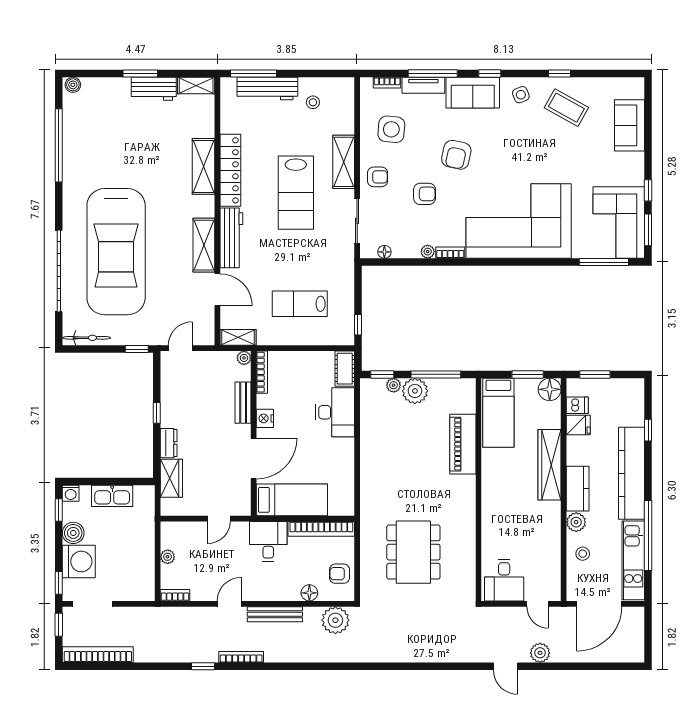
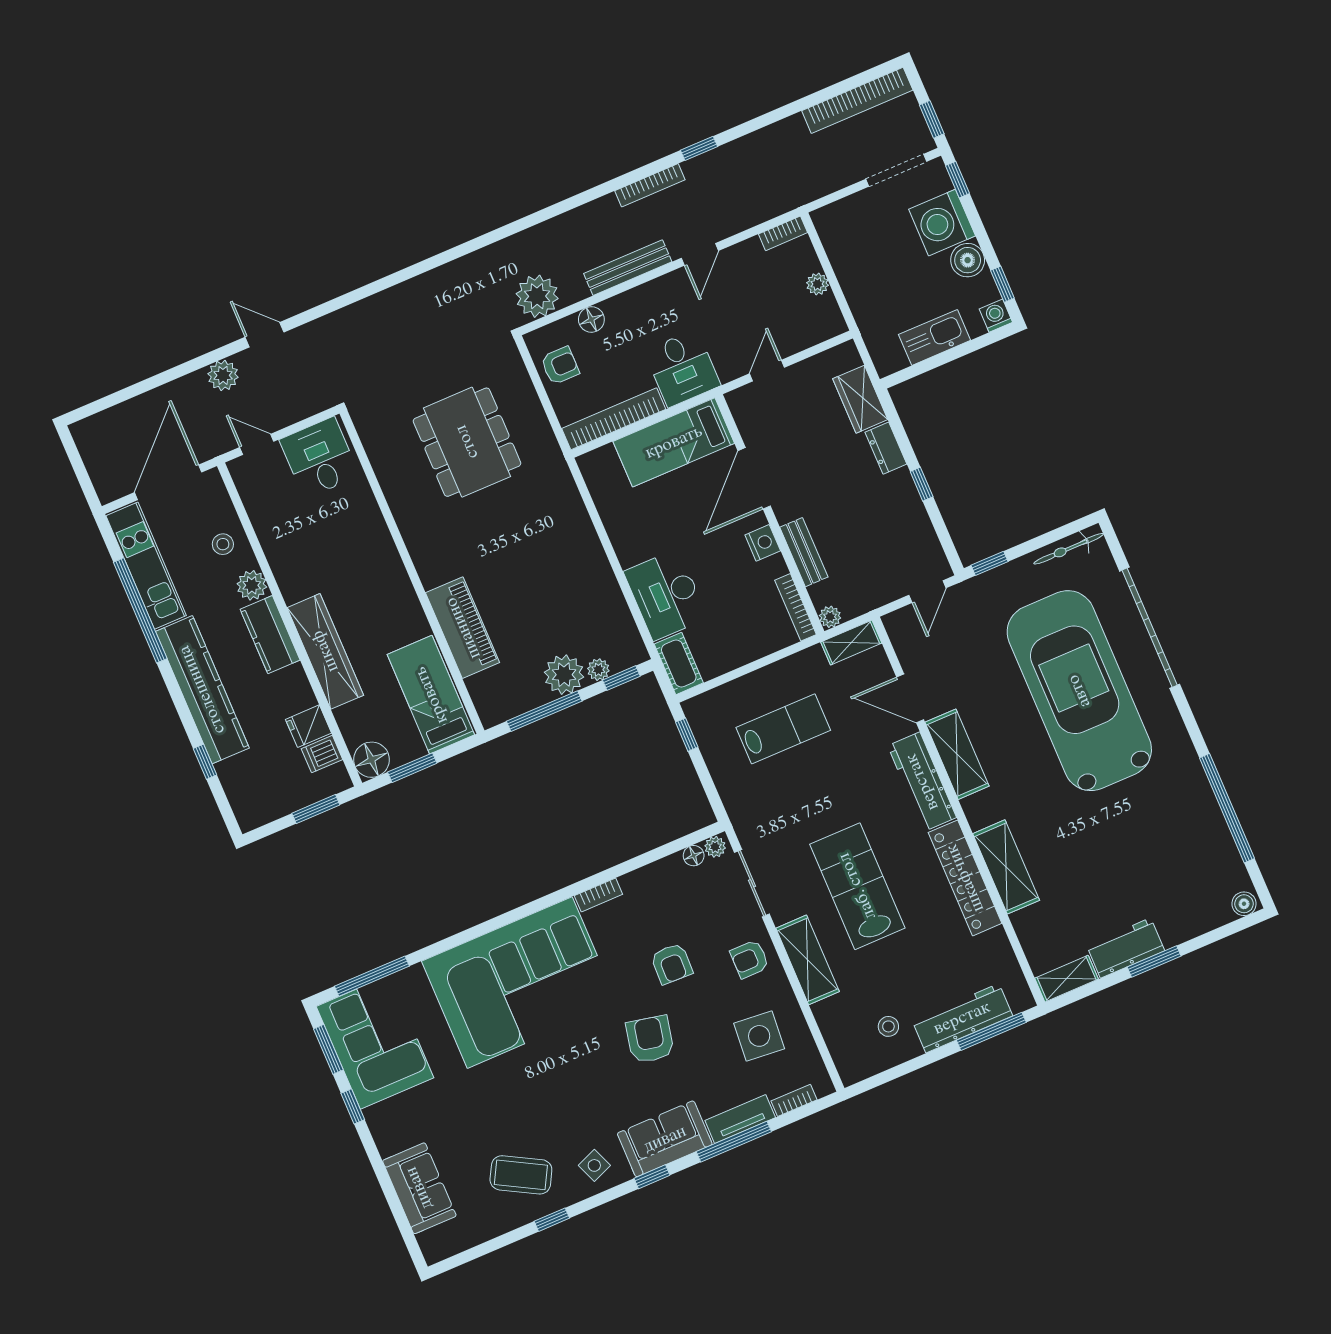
armchair: (425, 194) -> (672, 964), turned -88
plant: (428, 252) -> (715, 847), moved

